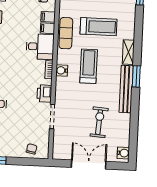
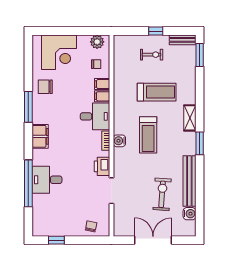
exercise mat: (66, 33) -> (122, 101), removed
treadmill: (89, 66) -> (148, 135), turned 180
bench: (126, 89) -> (189, 181), moved
water cooler: (123, 153) -> (189, 214), moved

